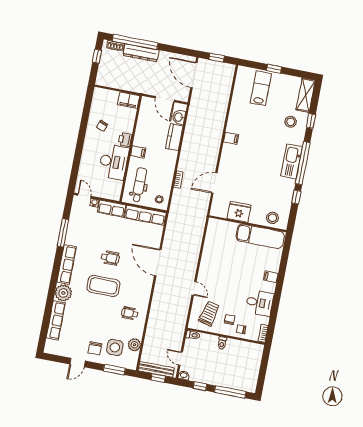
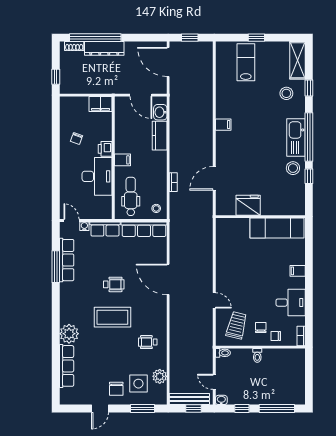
window: (97, 56) -> (56, 77), moved
stool: (272, 218) -> (293, 168), moved
row of seats: (67, 265) -> (67, 260), moved

